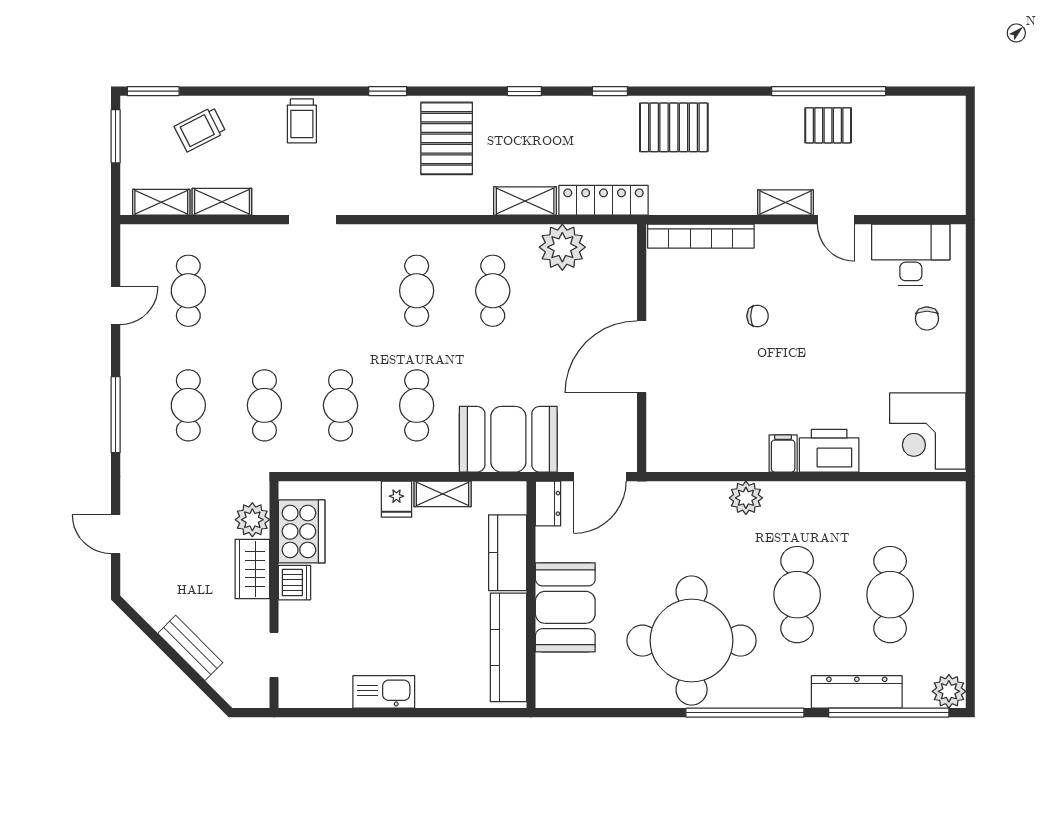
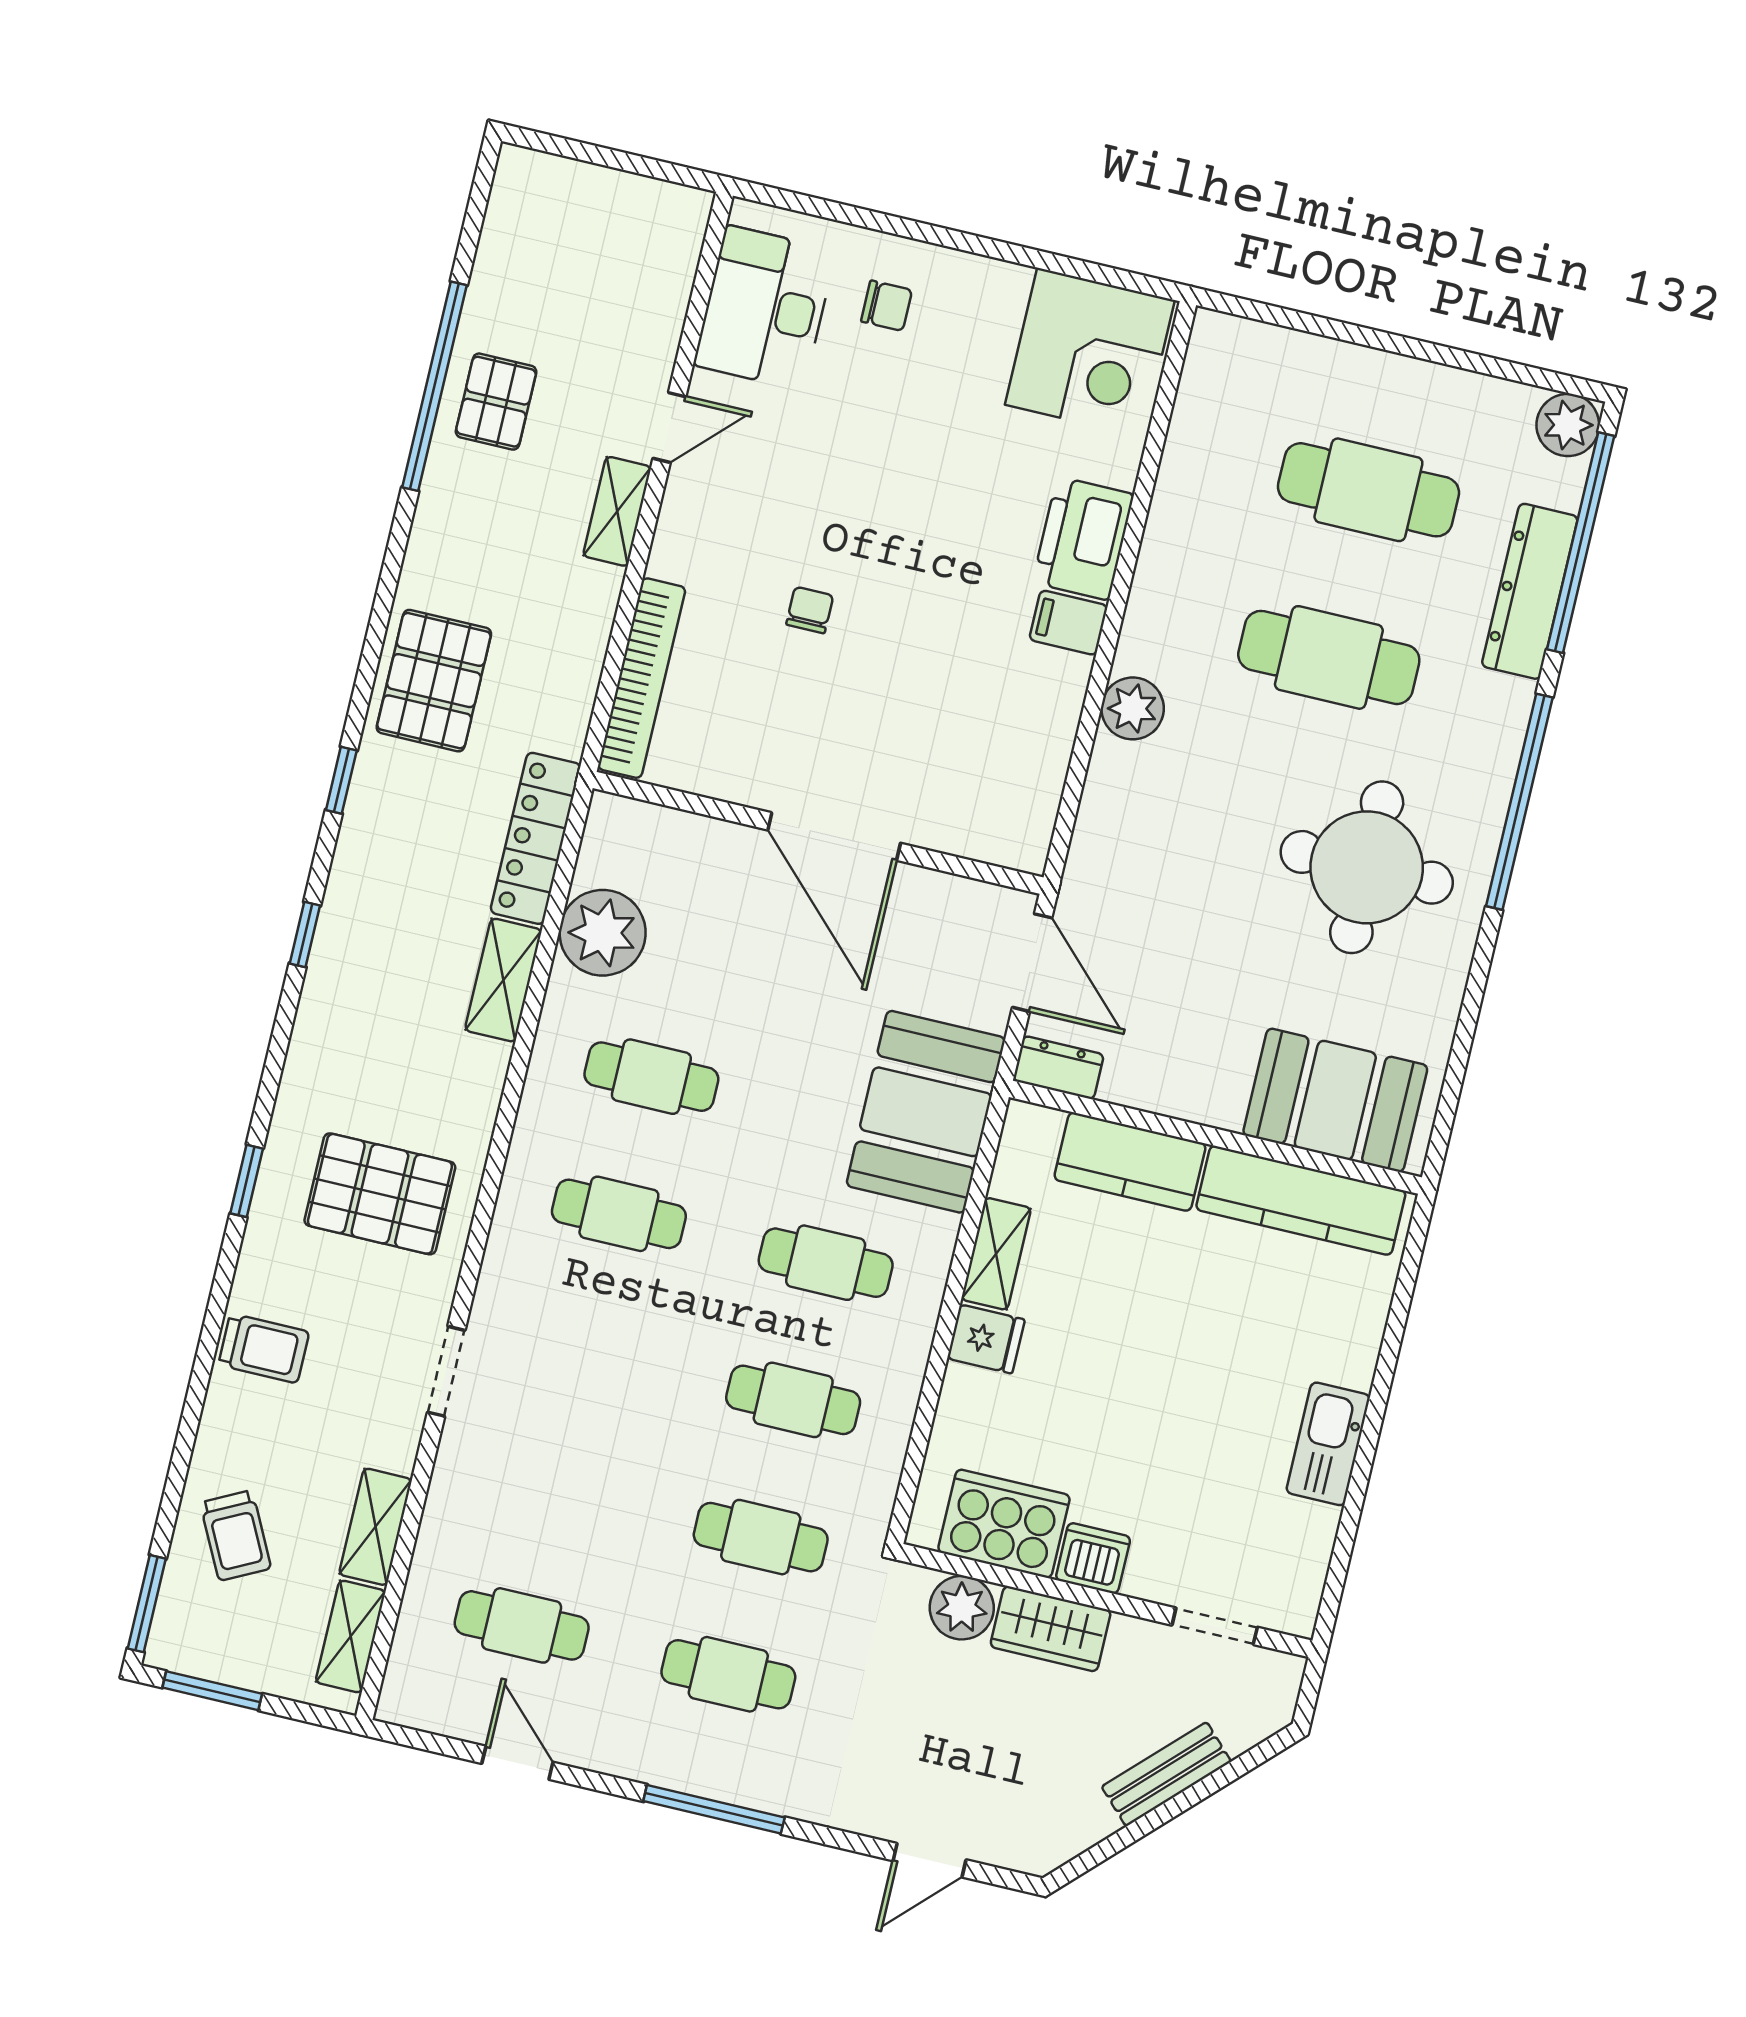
pallet: (447, 138) -> (380, 1194), moved
booth: (565, 607) -> (1335, 1100), moved
round table: (692, 641) -> (1367, 867), width x0.73, depth x0.73

